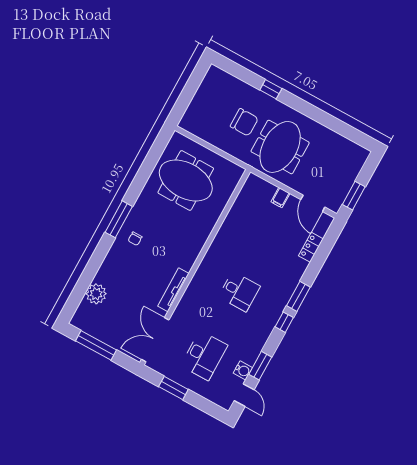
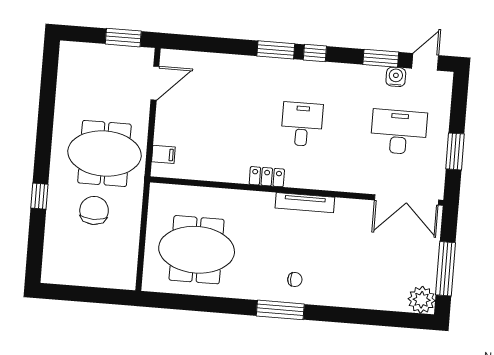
meeting table: (186, 180) -> (197, 250), turned 90
filing cabinet: (280, 198) -> (163, 154), moved
locker: (311, 247) -> (267, 177), moved, turned 180
tv unit: (173, 290) -> (305, 203), moved
plant: (96, 294) -> (422, 300), moved

